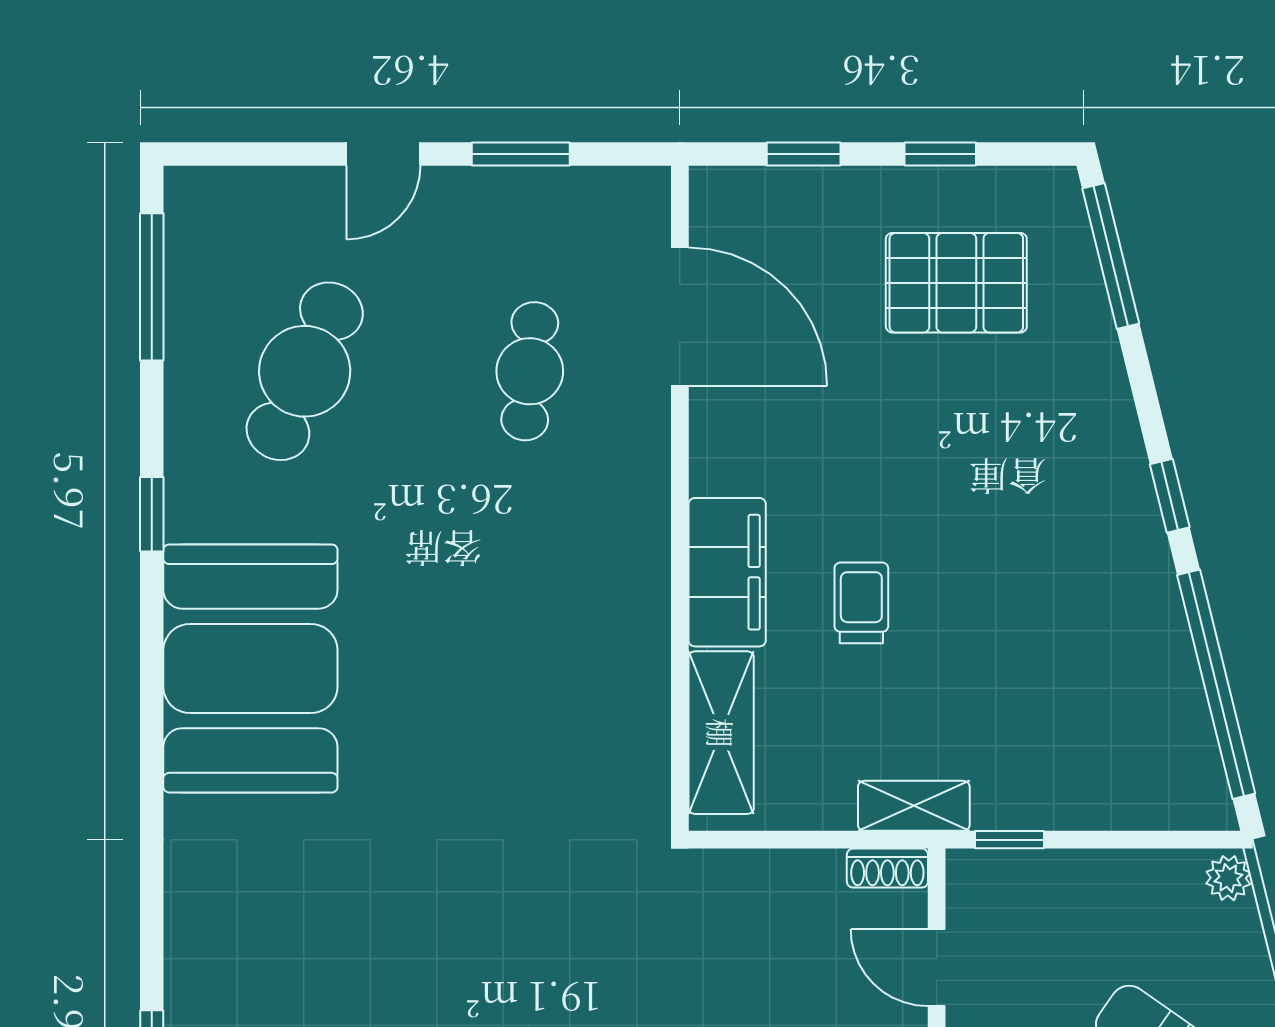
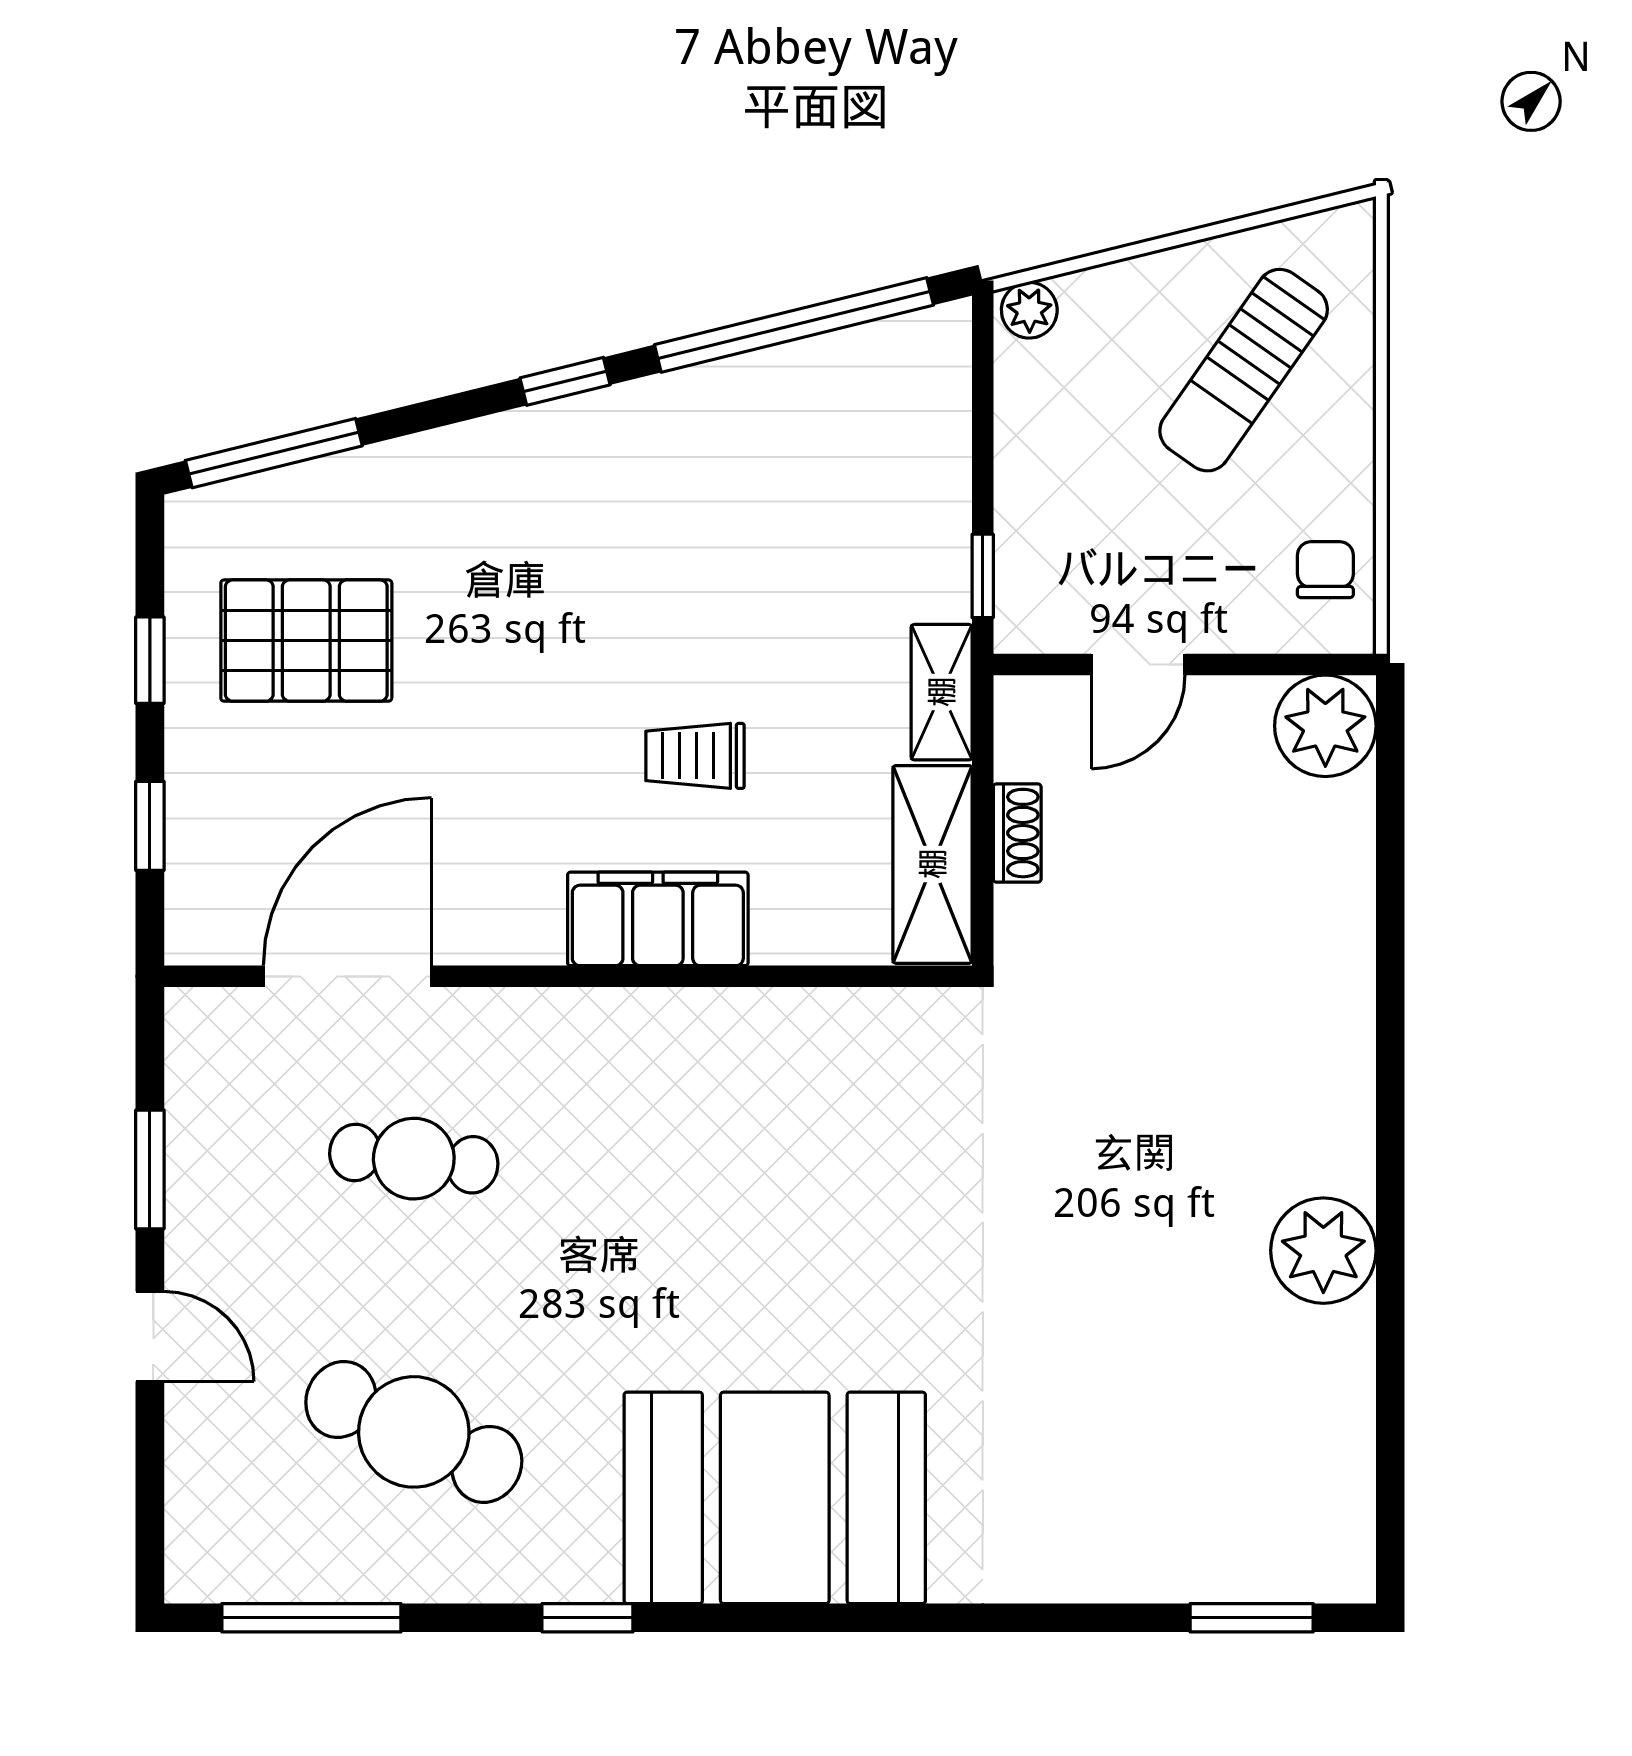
pallet: (956, 283) -> (306, 641), turned 90
shelving: (721, 733) -> (933, 864), moved, turned 90
shoe rack: (887, 868) -> (1017, 833), moved

